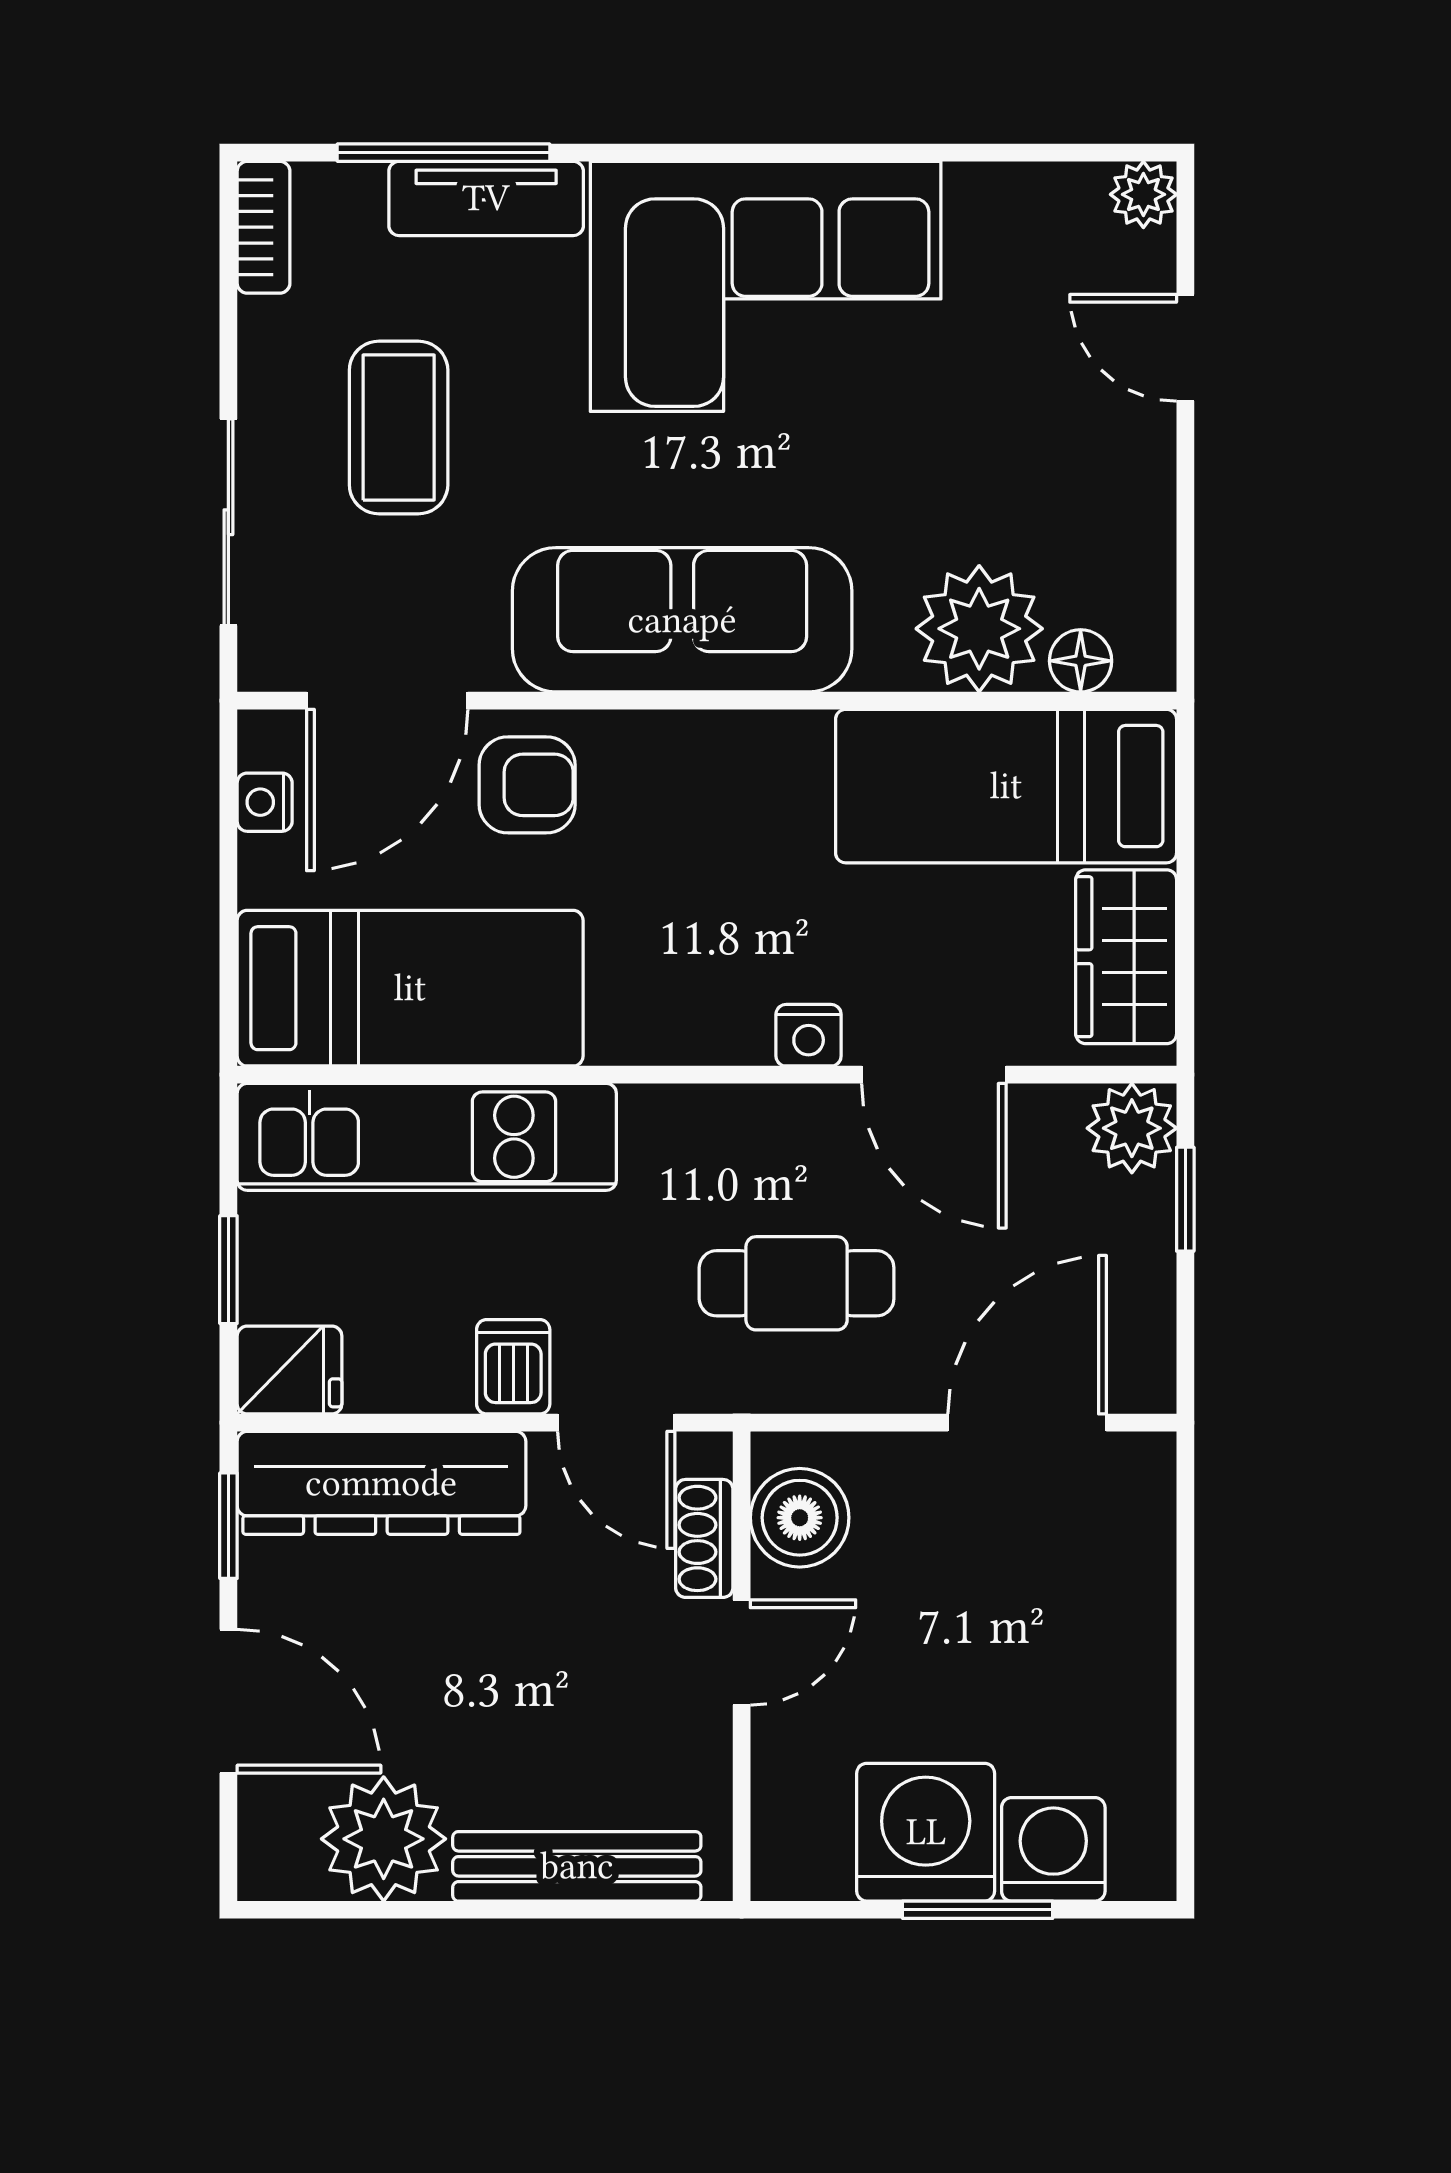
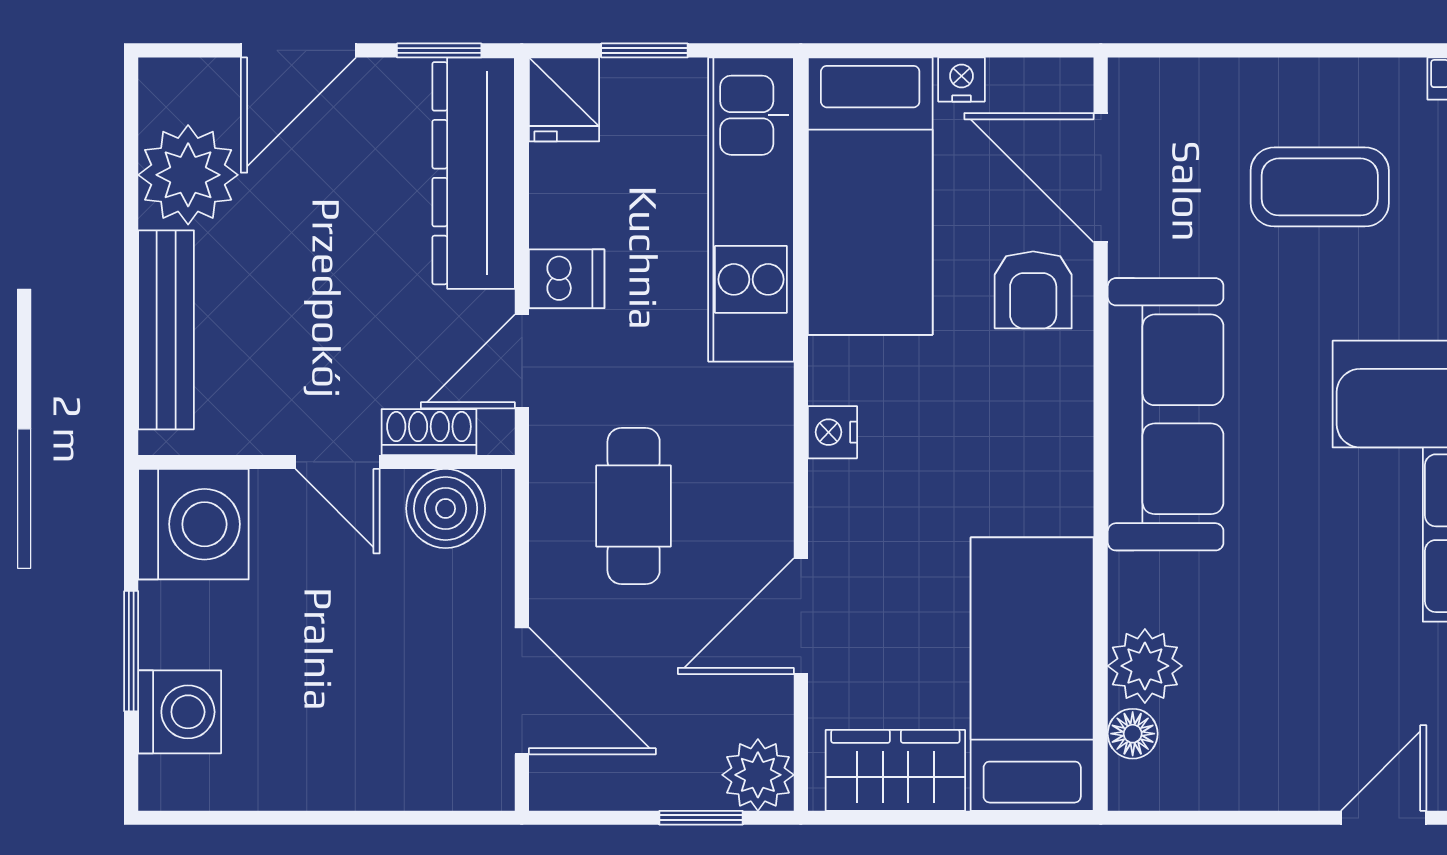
sliding door: (228, 522) -> (1244, 50), removed
plant: (979, 629) -> (1145, 666), width x0.73, depth x0.73
nightstand: (265, 802) -> (962, 80), moved
nightstand: (809, 1035) -> (832, 432), moved
washing machine: (926, 1832) -> (193, 524), moved

